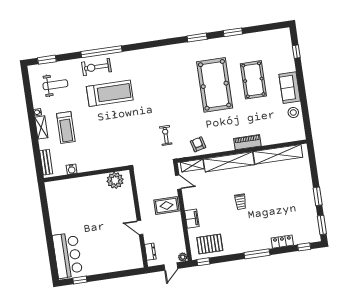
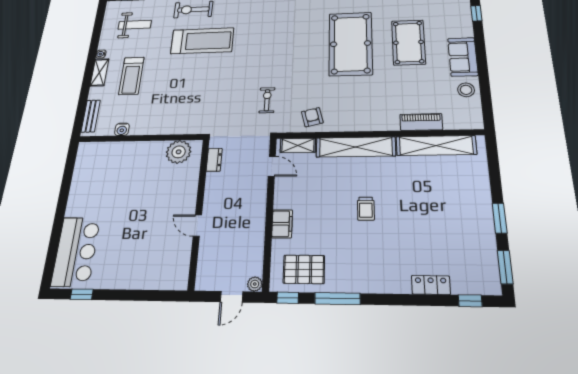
piano: (247, 142) -> (421, 122), moved
rug: (166, 205) -> (246, 198), removed
dresser: (150, 252) -> (214, 160), moved
window: (257, 254) -> (337, 299), moved

